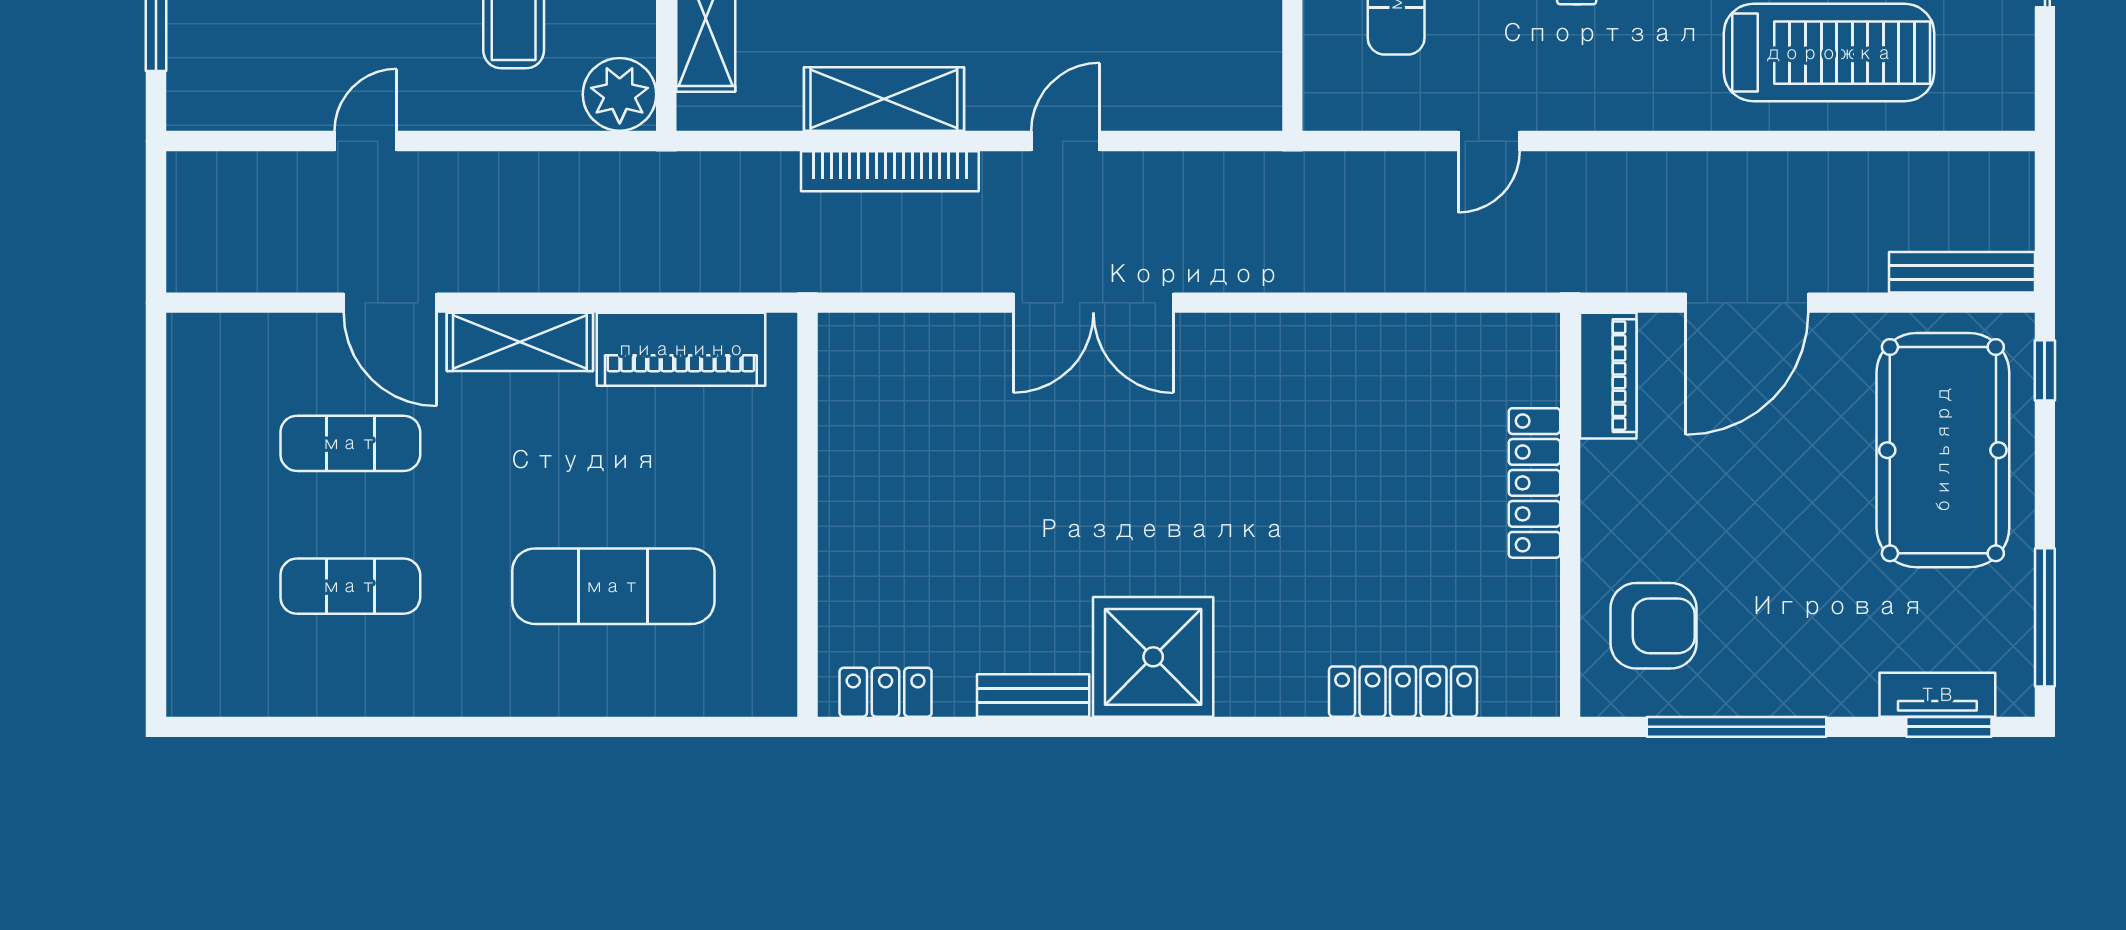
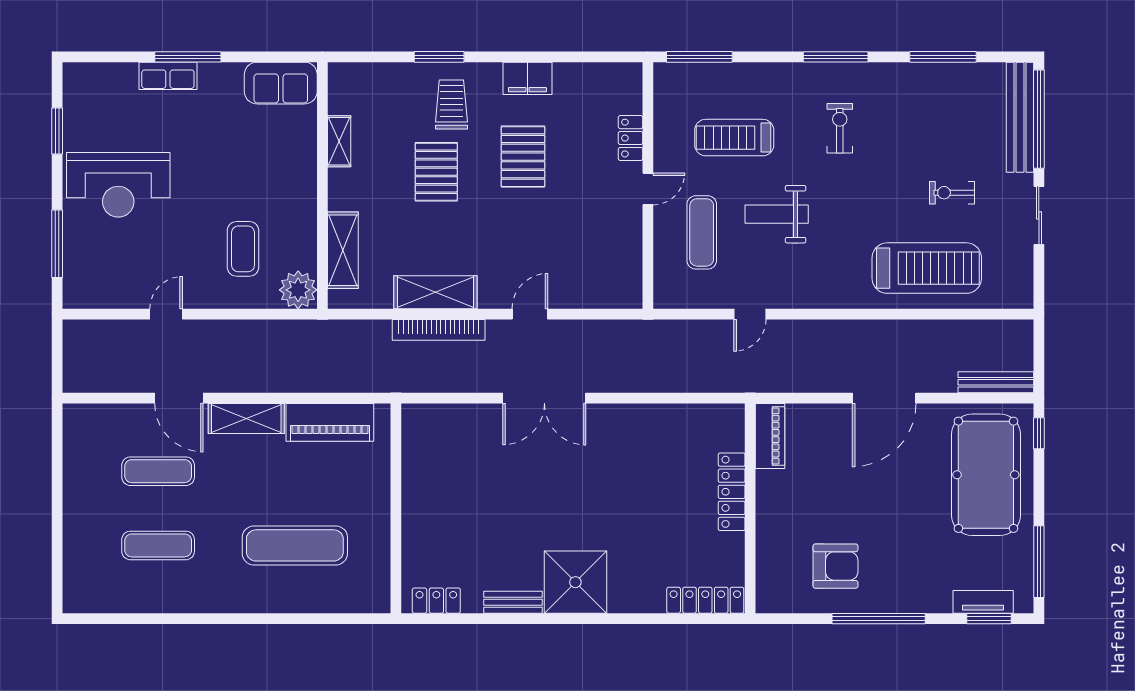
piano: (1608, 376) -> (770, 436), moved
locker: (1534, 483) -> (732, 492), moved
wall: (1570, 515) -> (750, 508), moved

